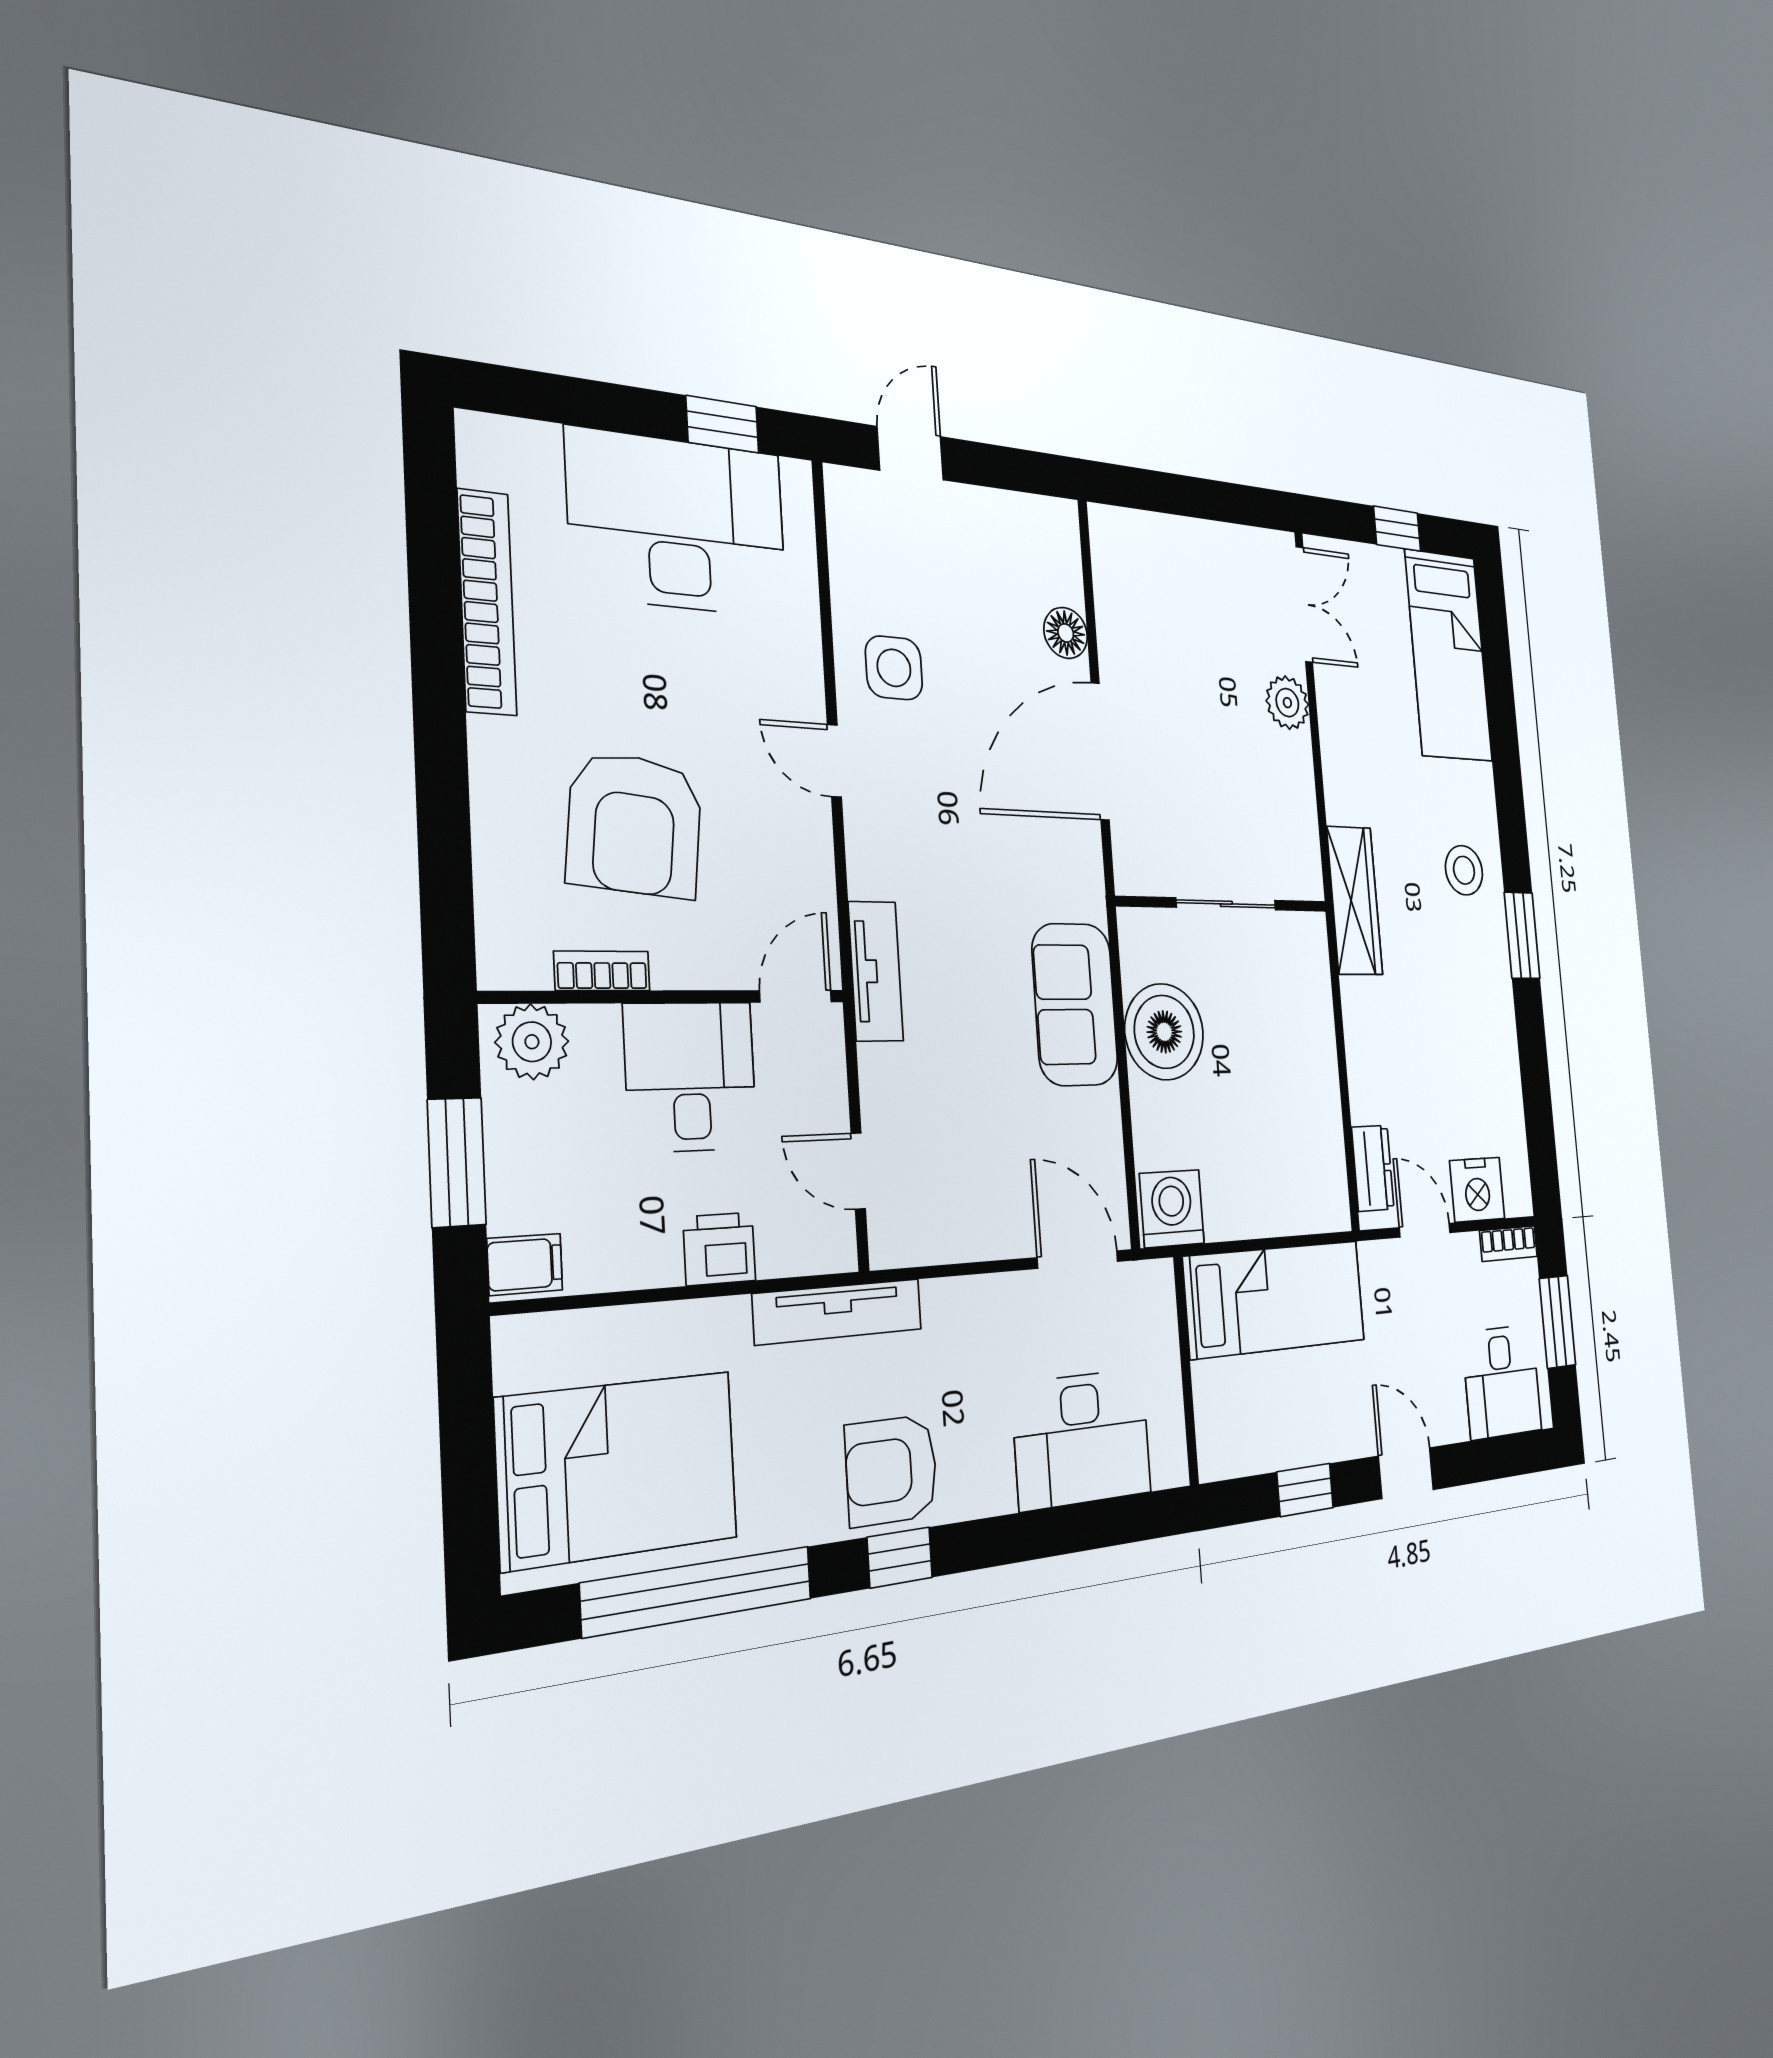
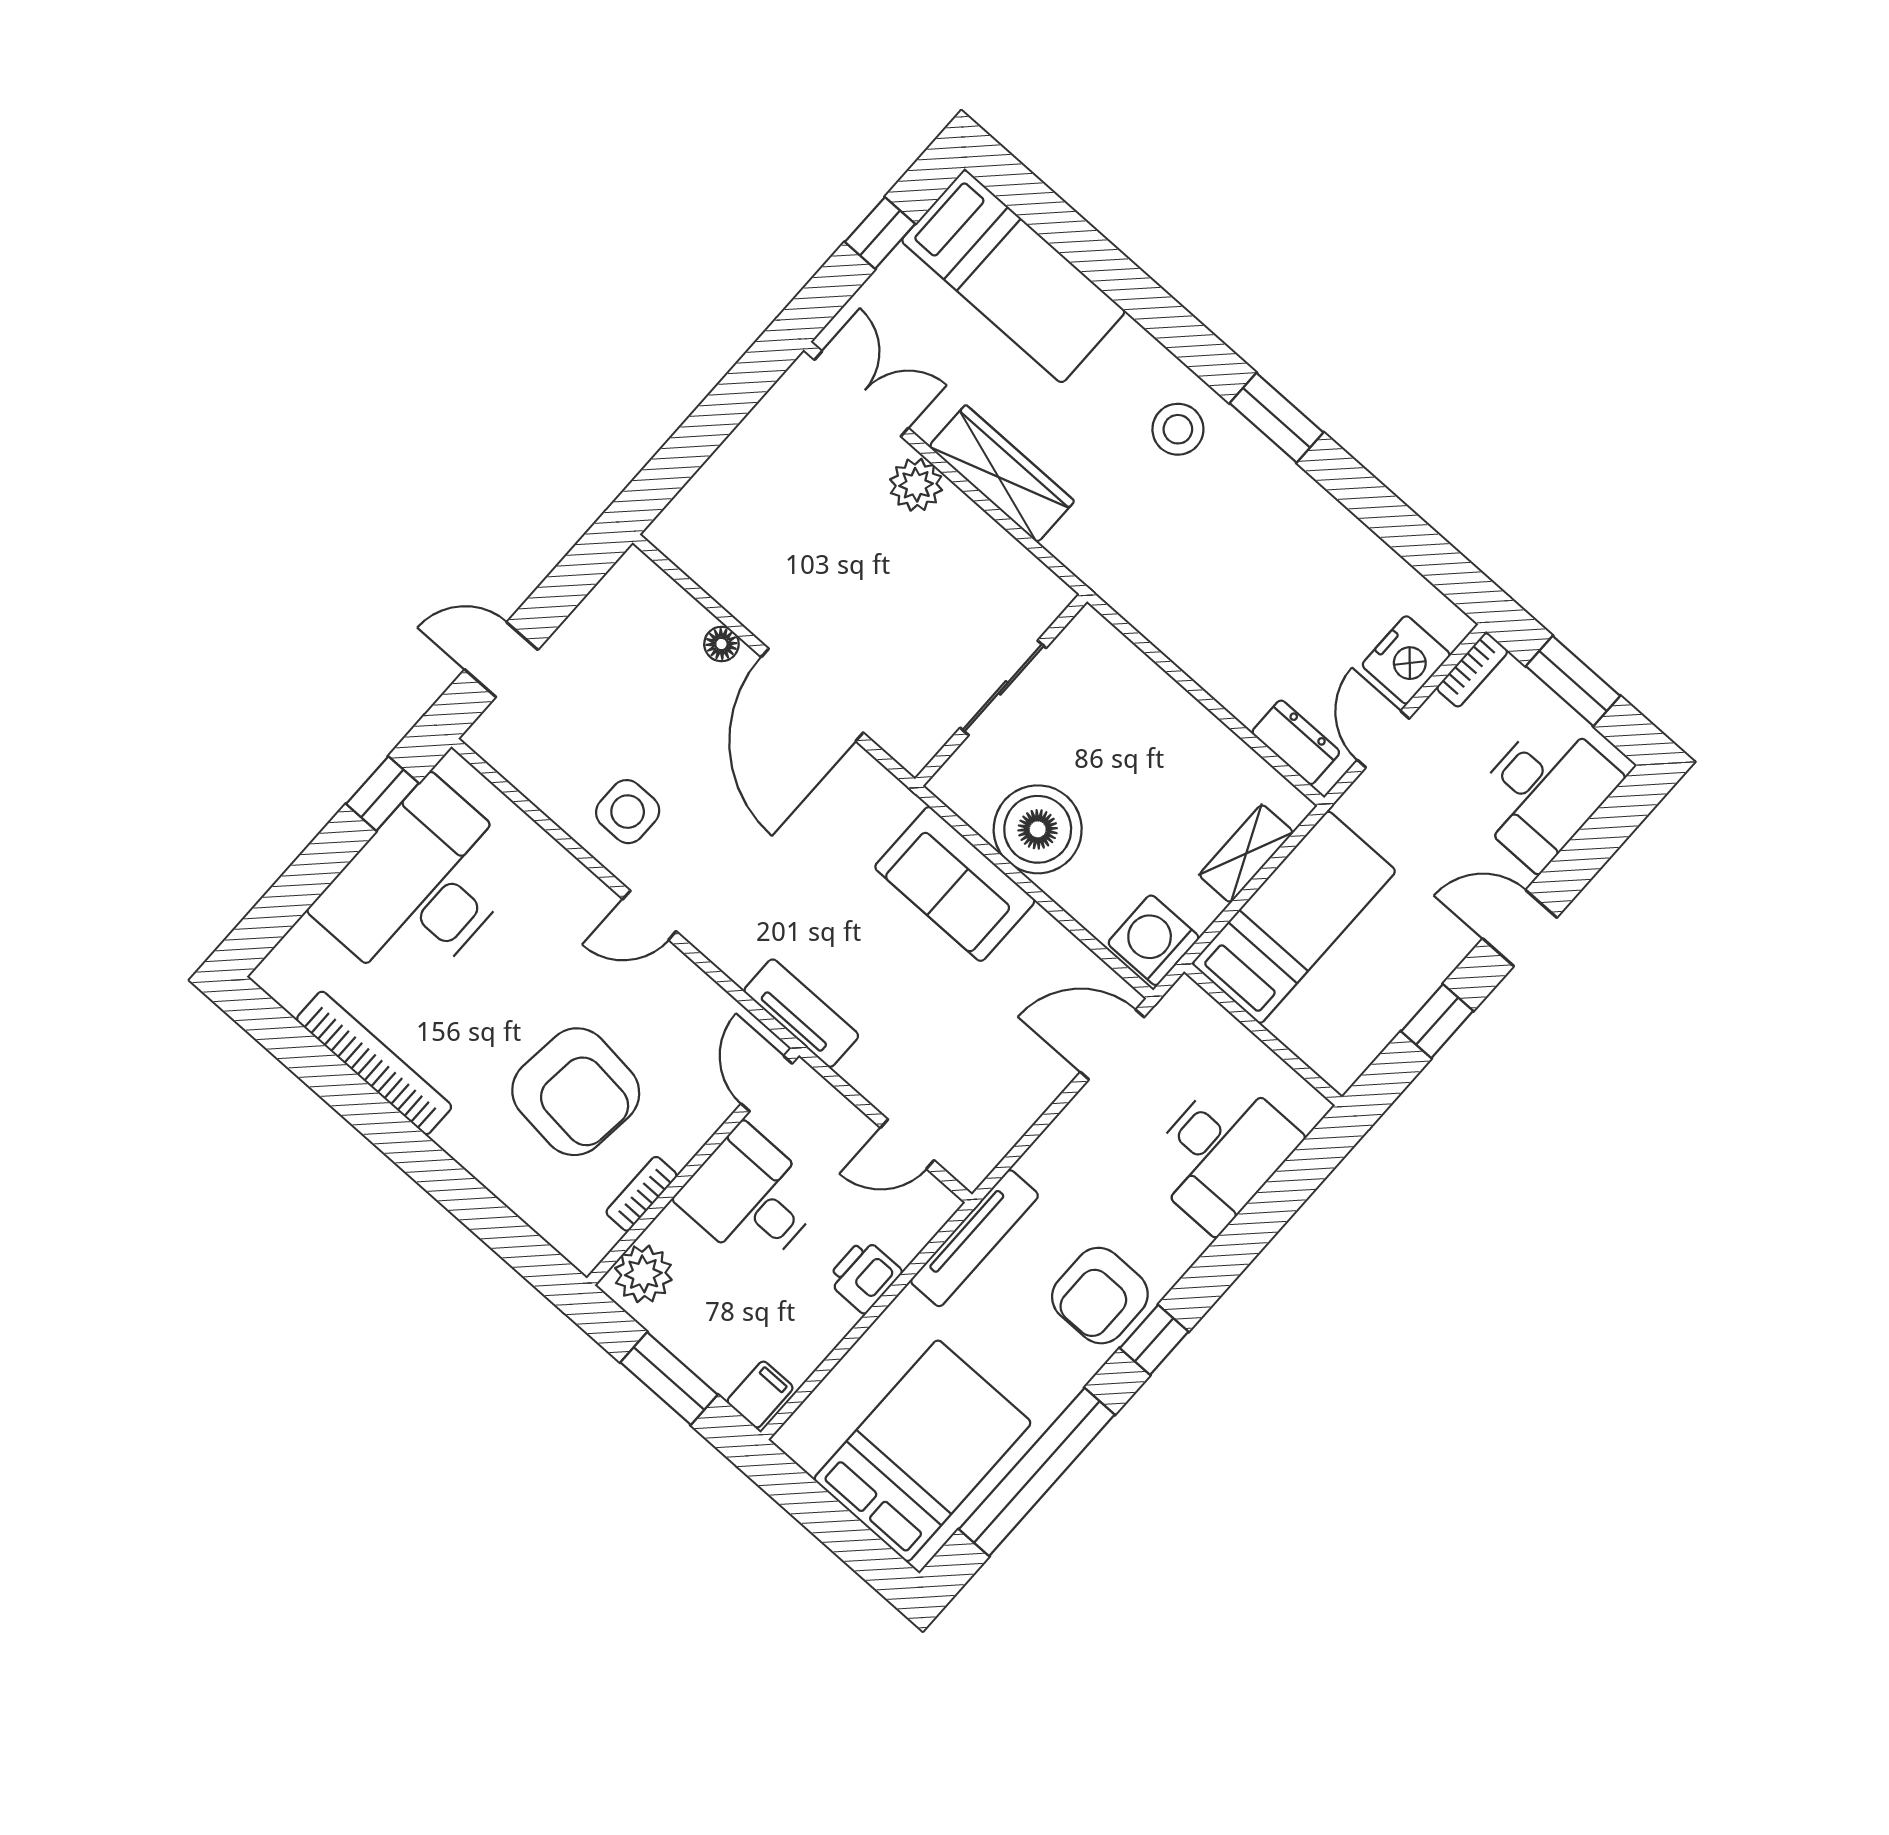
door: (910, 453) -> (501, 660), hinge flipped
floor lamp: (1066, 633) -> (721, 644), width x0.73, depth x0.73
wardrobe: (1355, 901) -> (1002, 474), moved
shelving: (1282, 1213) -> (1246, 854), added
door: (1425, 1230) -> (1383, 739), hinge flipped
desk: (1502, 1382) -> (1544, 792), width x1.37

